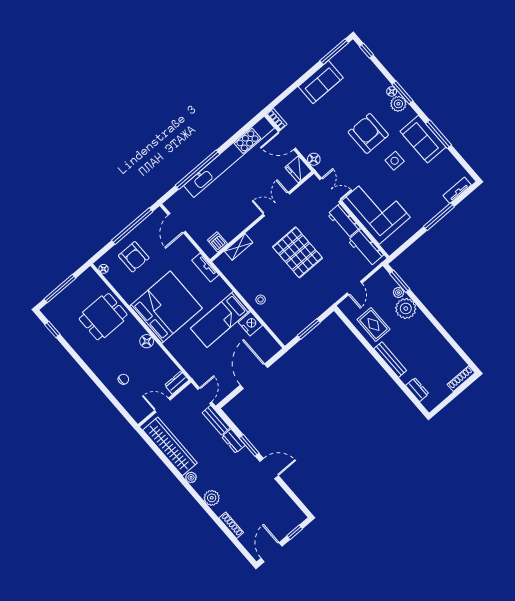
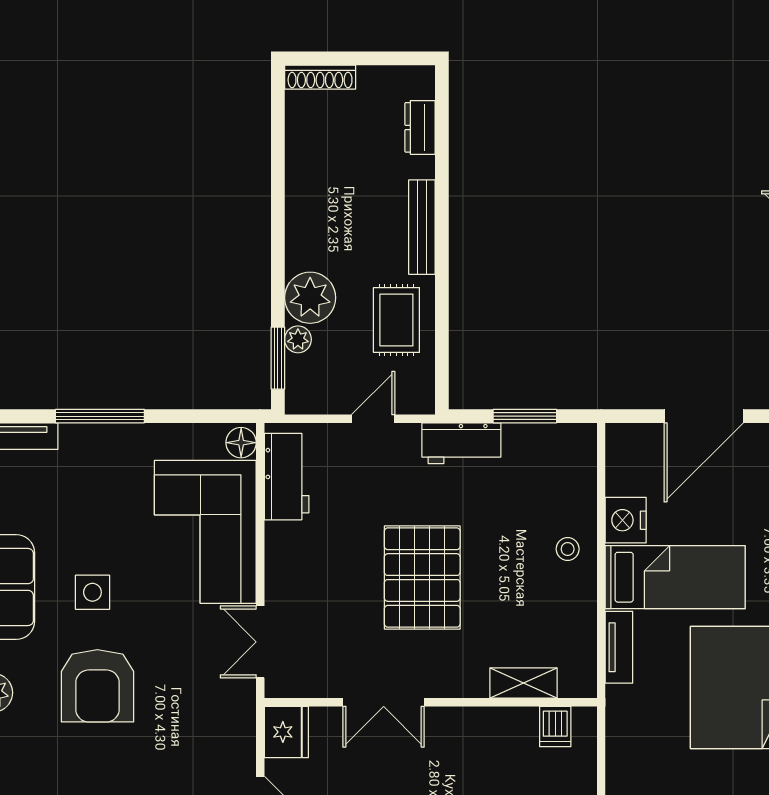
floor lamp: (314, 159) -> (241, 443), moved
workbench: (344, 221) -> (461, 443), moved, turned 90
tv unit: (205, 267) -> (619, 647), moved

